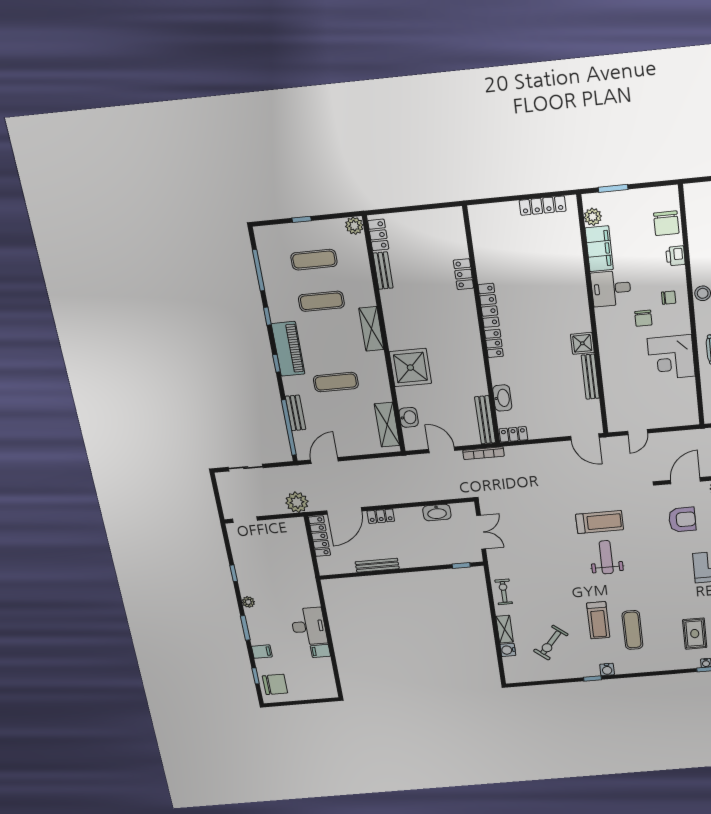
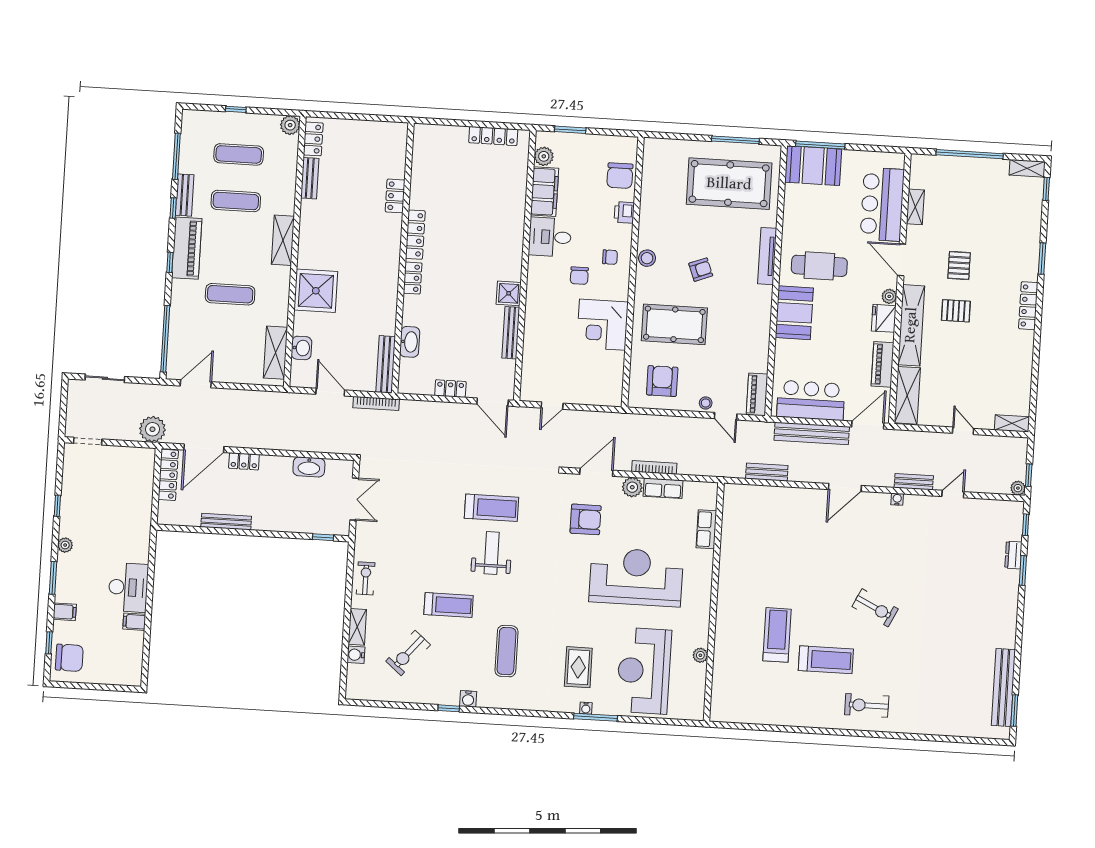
bench: (295, 413) -> (185, 195), moved
locker: (513, 434) -> (450, 389), moved
treadmill: (598, 620) -> (449, 605), moved, turned -90

